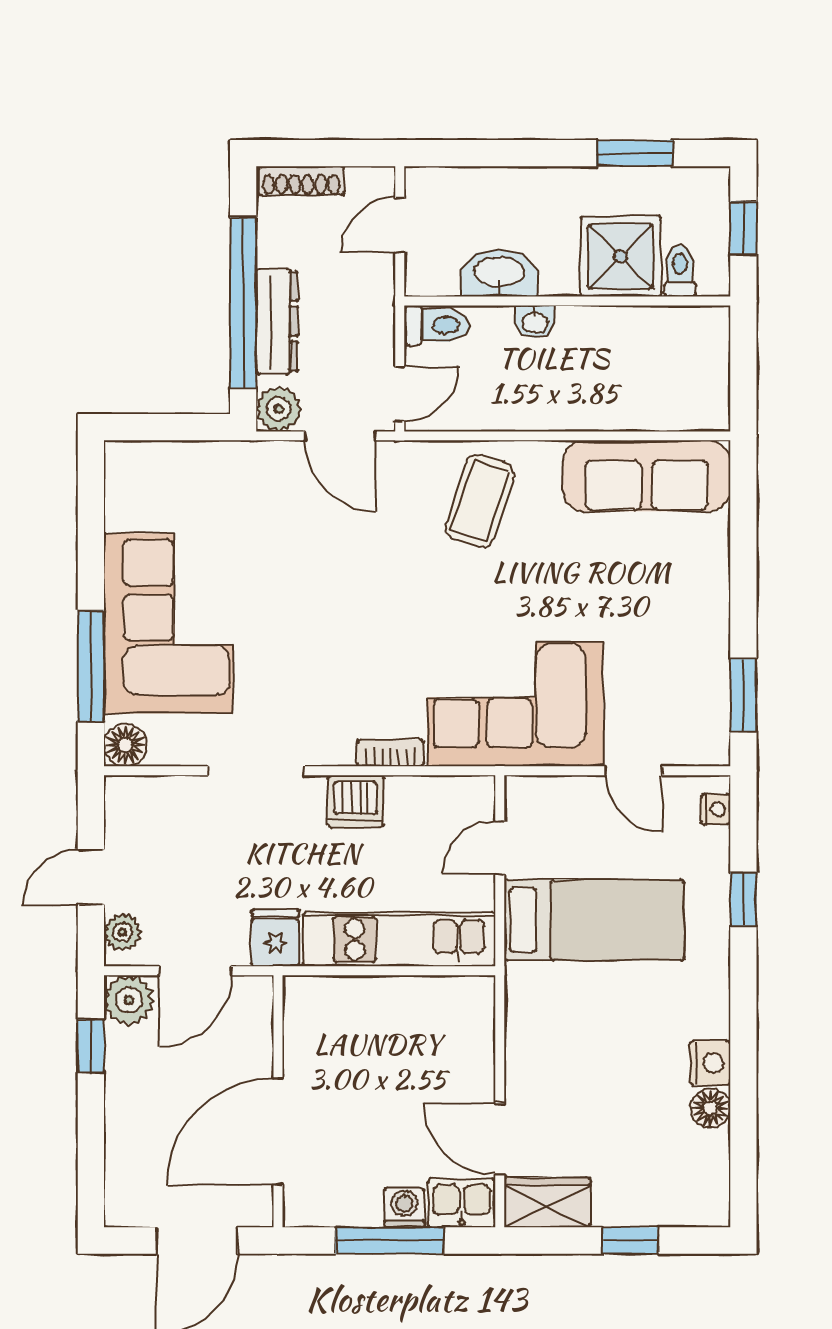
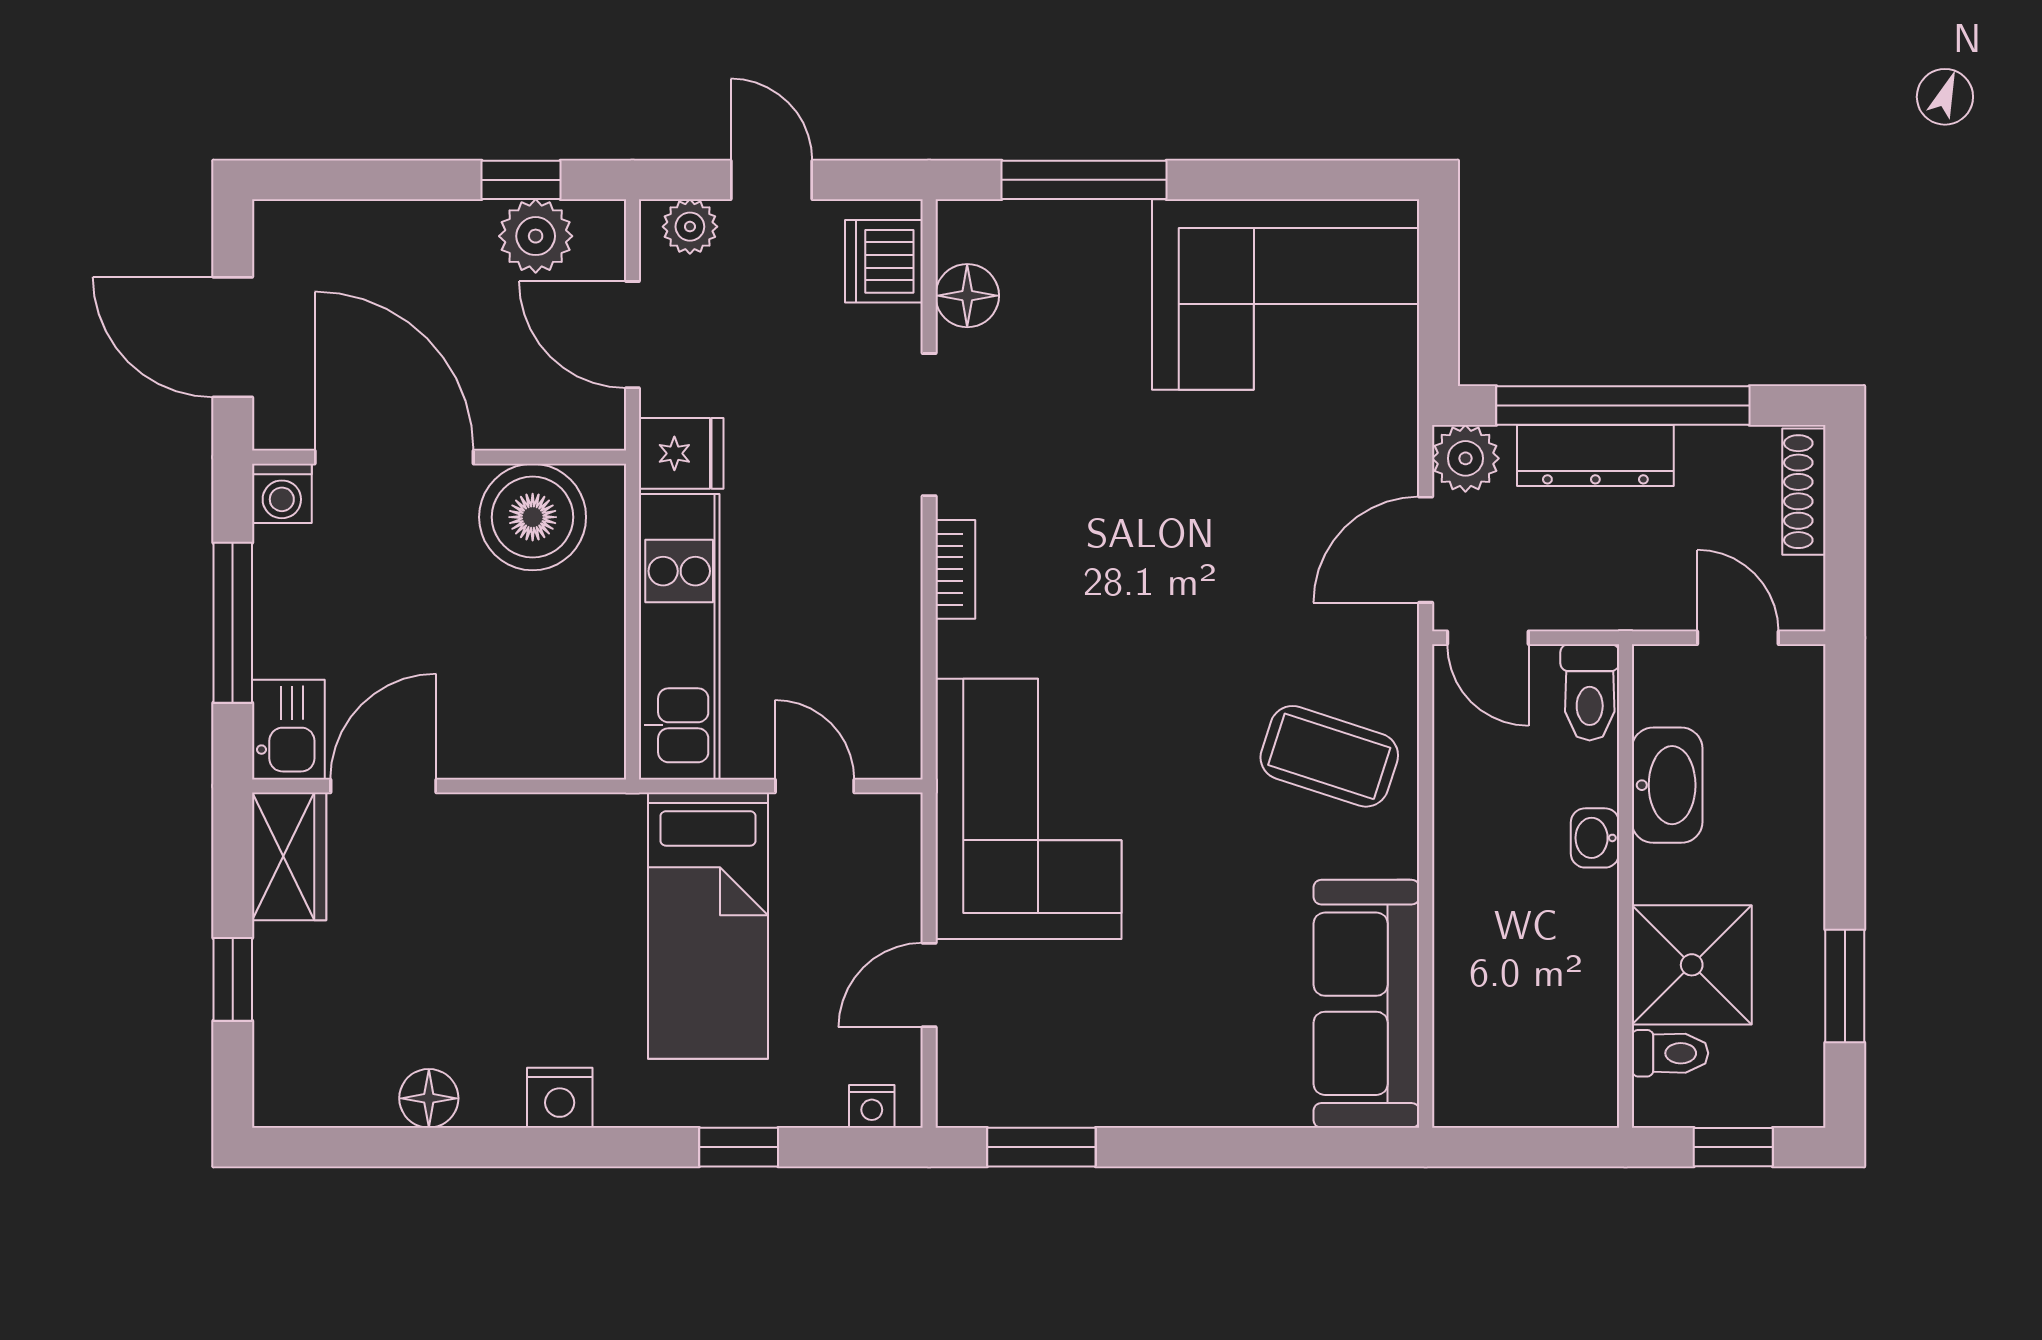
corner sofa: (168, 623) -> (1286, 295), moved
floor lamp: (125, 745) -> (967, 296), moved
bookcase: (390, 753) -> (955, 569), moved
dishwasher: (356, 801) -> (884, 261), moved
plant: (129, 1000) -> (536, 236), moved
boiler: (318, 1038) -> (533, 517), added
nightstand: (710, 1063) -> (560, 1098), moved
washing machine: (404, 1207) -> (282, 493), moved, turned 90

